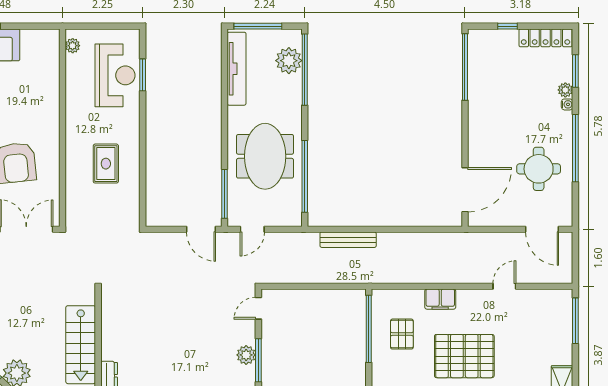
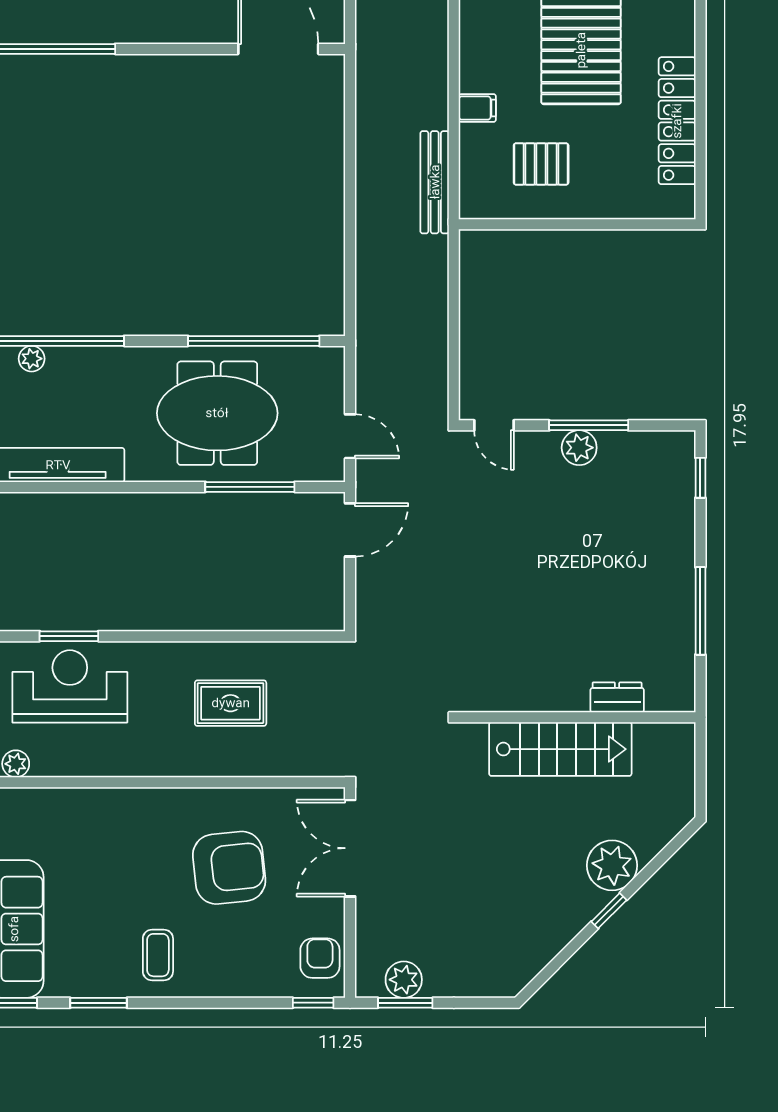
plant: (289, 61) -> (32, 359), width x0.53, depth x0.53
window: (225, 194) -> (250, 487), moved
bench: (348, 240) -> (435, 182), moved
filing cabinet: (440, 299) -> (477, 108), width x0.50
window: (369, 329) -> (532, 224), removed

